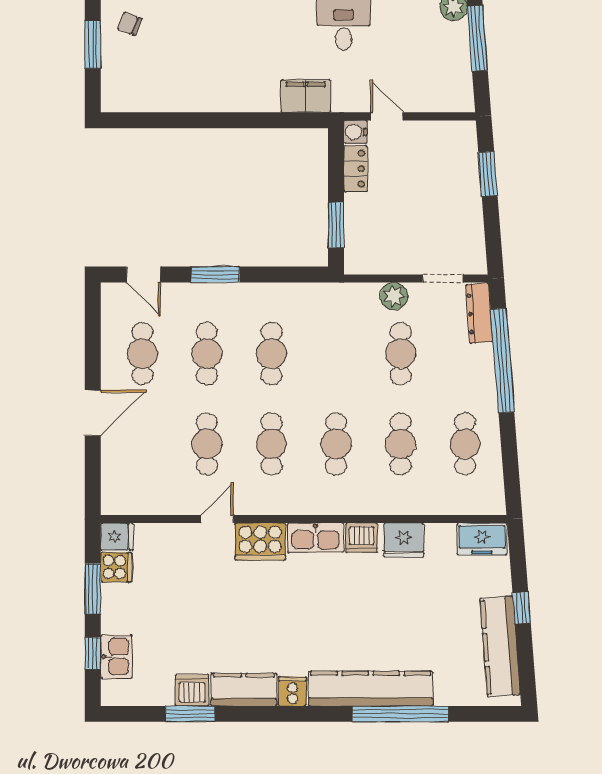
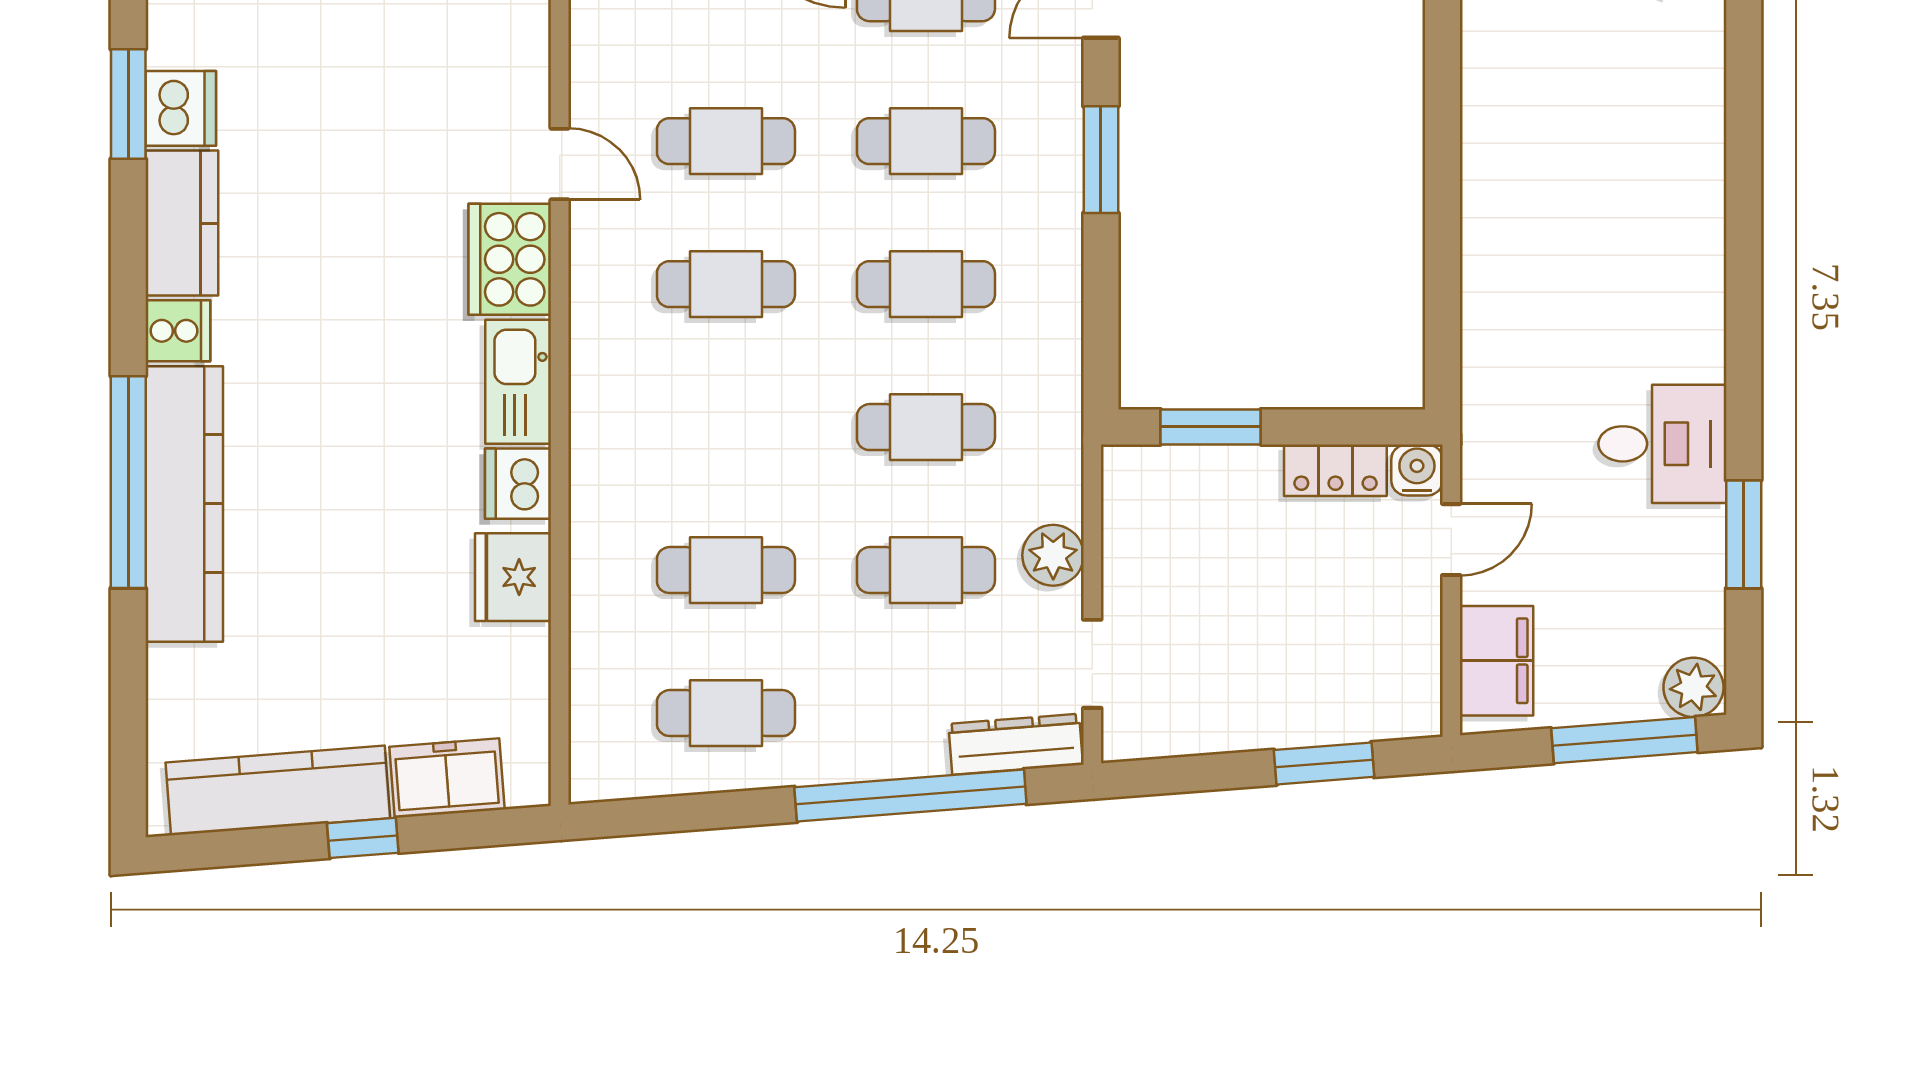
filing cabinet: (306, 96) -> (1497, 661), moved
cafe table: (336, 444) -> (926, 427), moved
freezer: (482, 539) -> (447, 778), moved, turned 86
window: (400, 714) -> (128, 482), moved

